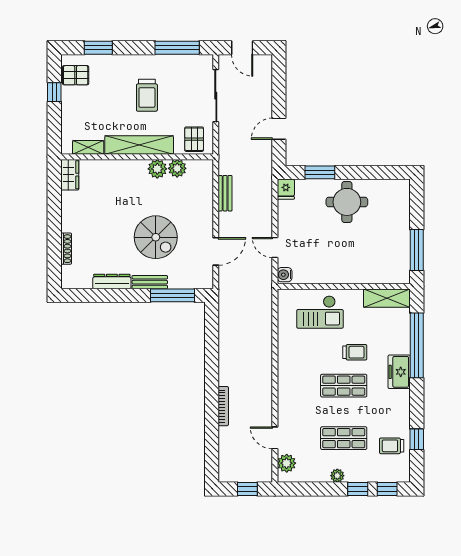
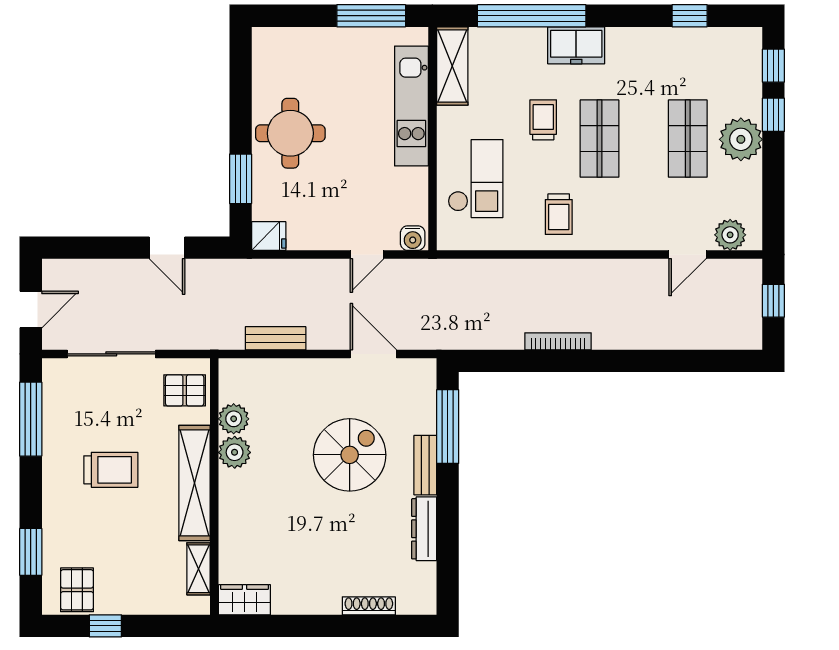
kitchen unit: (363, 274) -> (411, 106), added
bookcase: (223, 406) -> (558, 341), moved
trolley: (392, 446) -> (559, 214), moved
plant: (337, 476) -> (741, 139), width x1.88, depth x1.88

